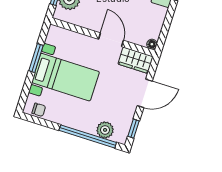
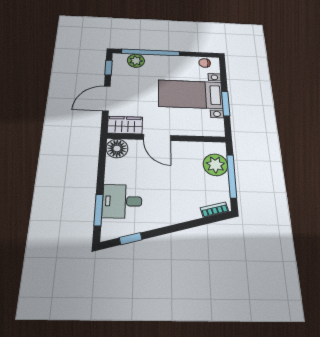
floor lamp: (152, 44) -> (117, 148), width x1.89, depth x1.89

